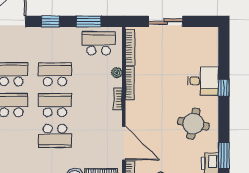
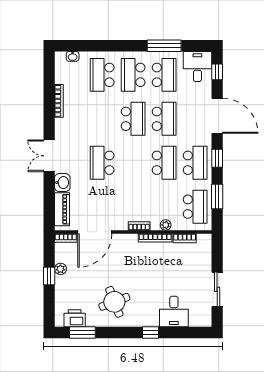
sliding door: (166, 21) -> (217, 289), moved
bookcase: (130, 47) -> (185, 238), width x0.64
desk: (203, 81) -> (174, 312), moved
school desk: (55, 105) -> (195, 163), moved
round table: (193, 124) -> (114, 302), turned -33

